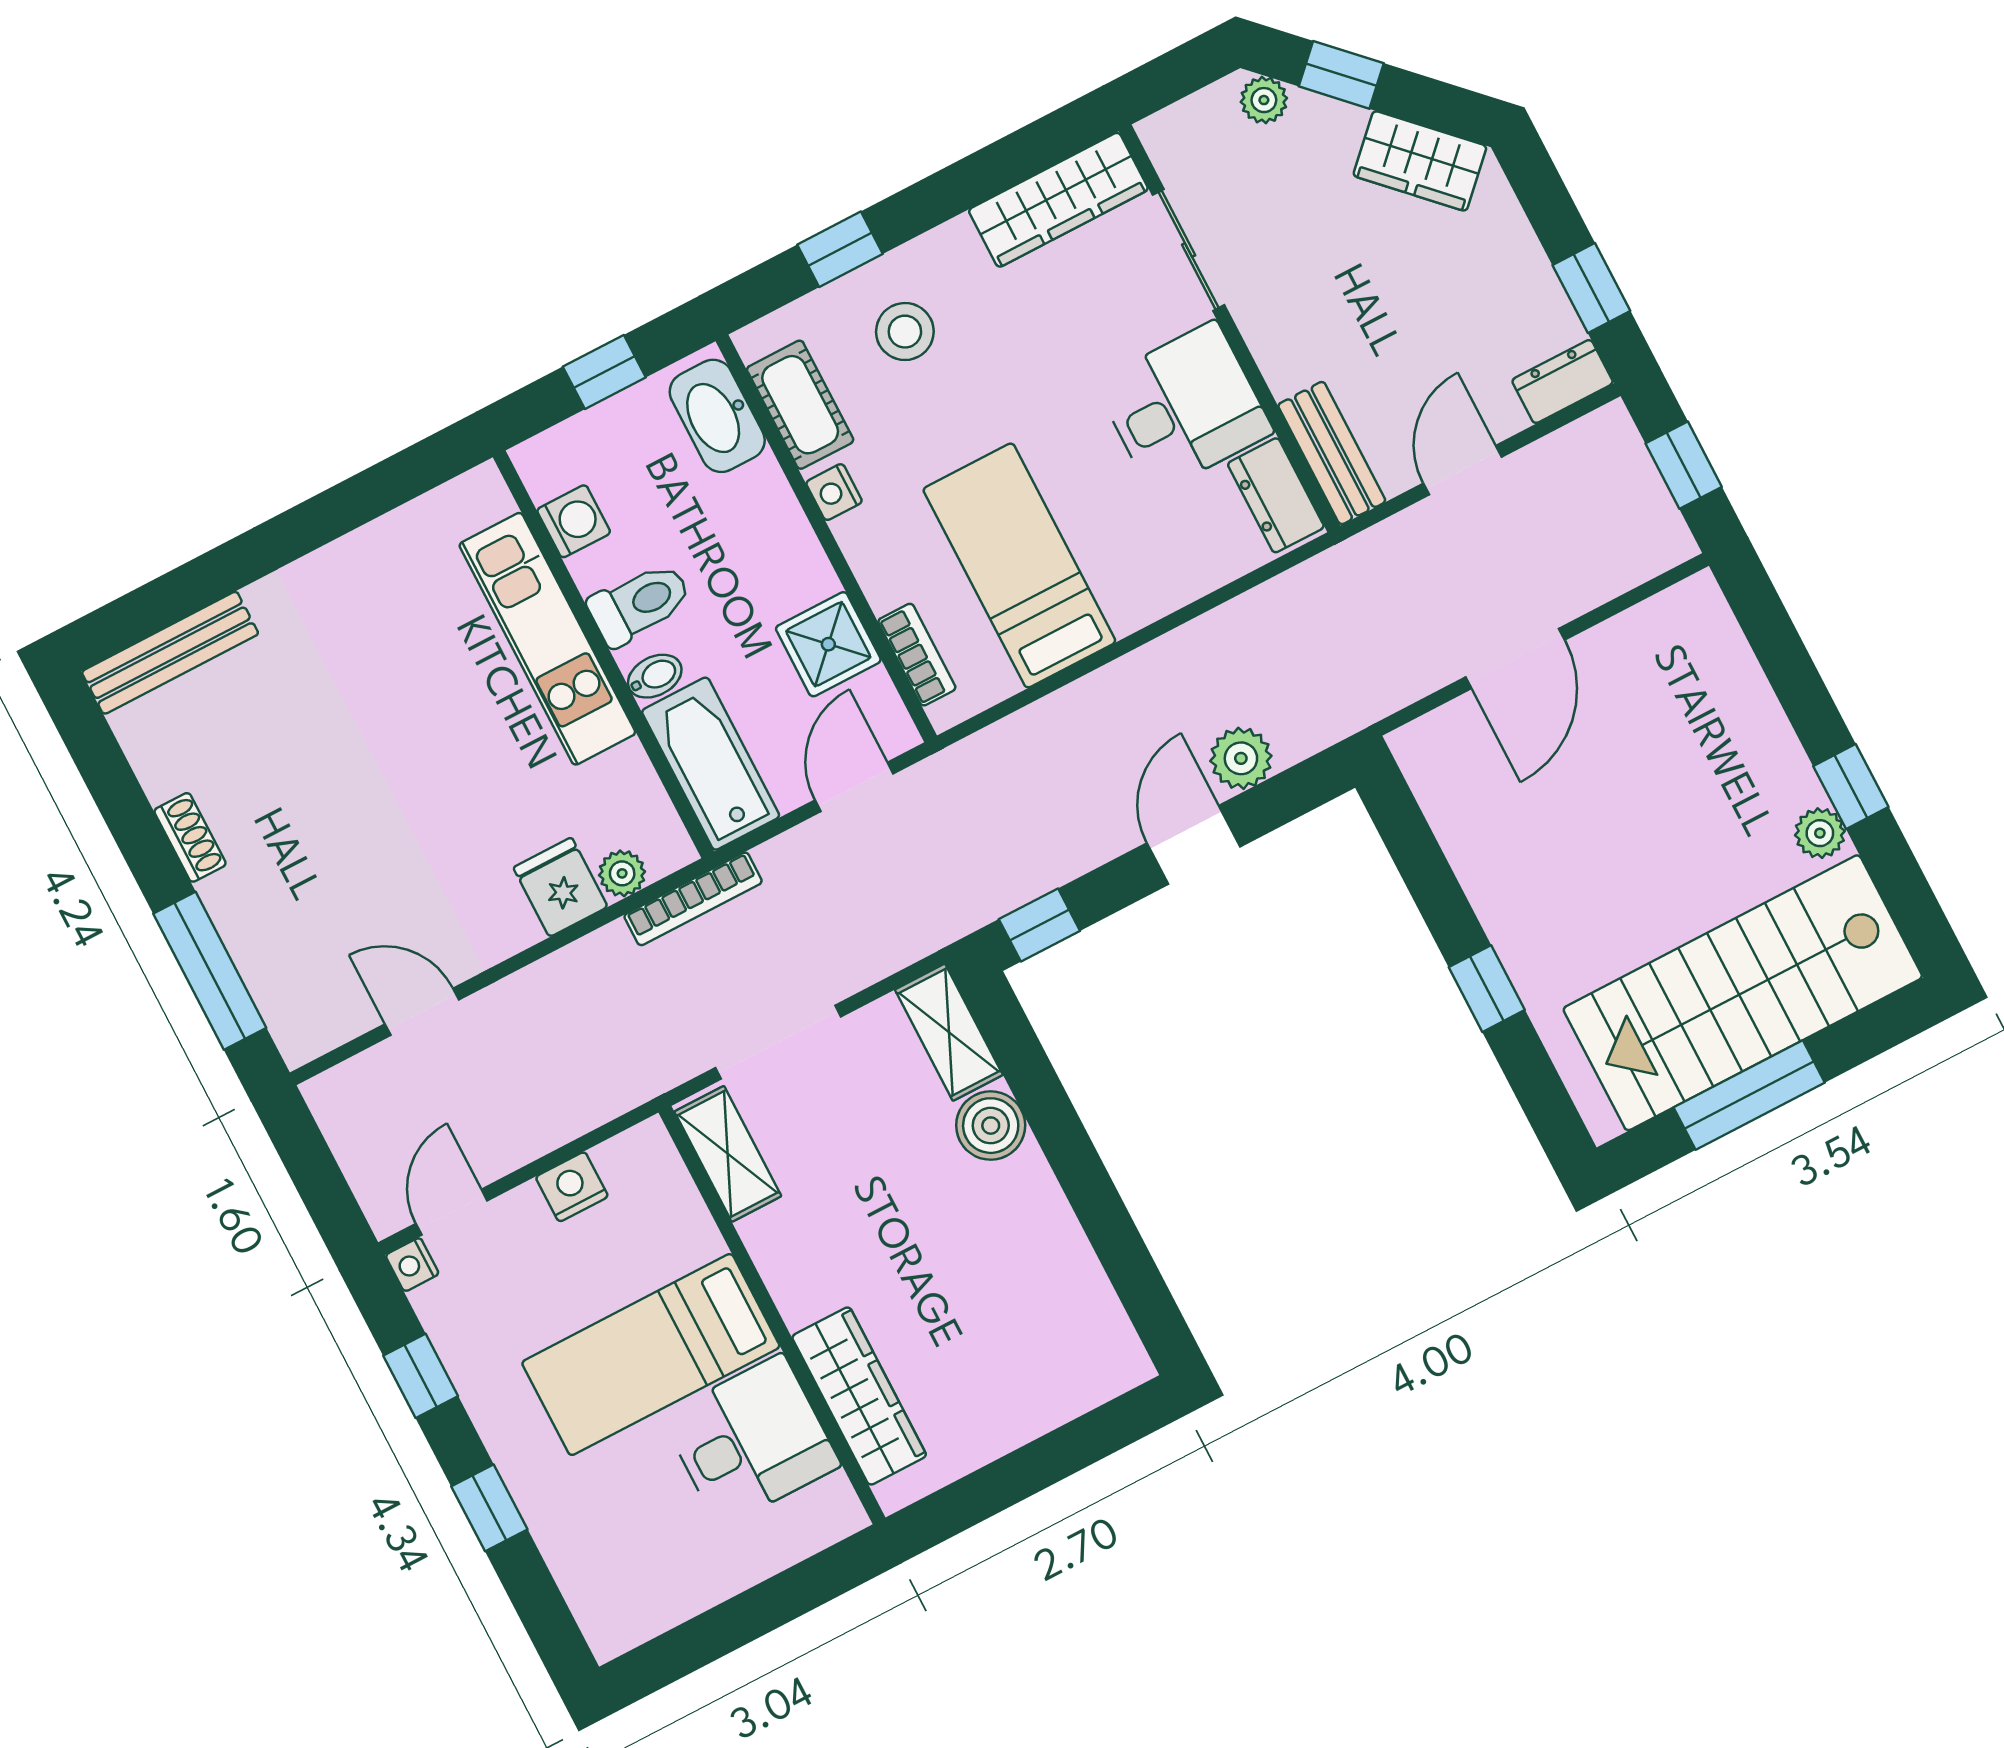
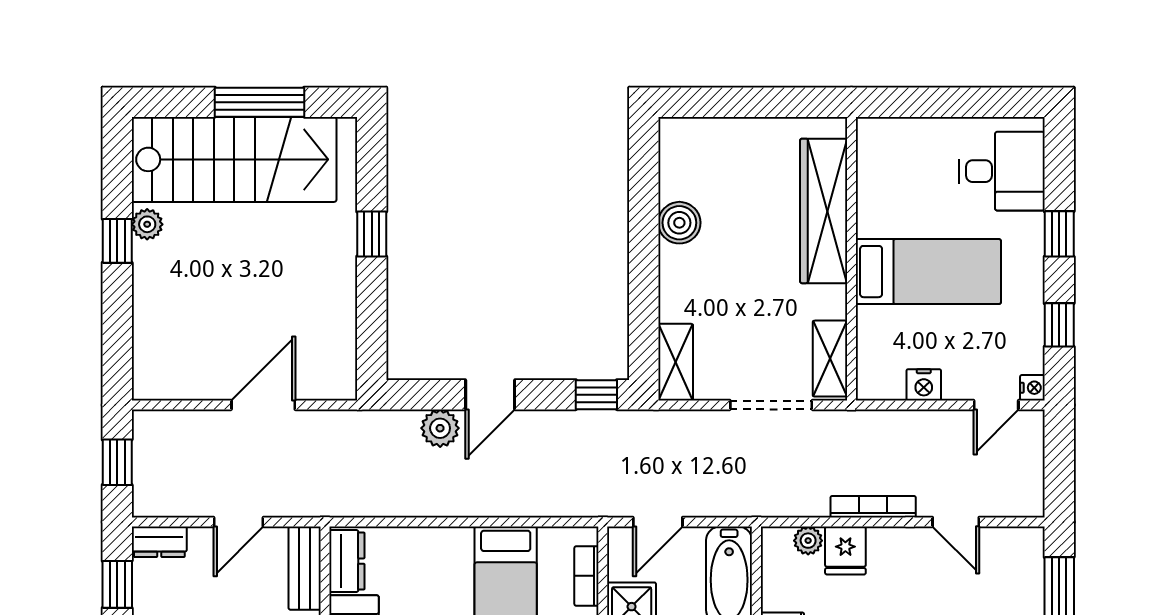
bookcase: (693, 899) -> (873, 507), moved
boiler: (991, 1126) -> (679, 223), moved
wardrobe: (859, 1396) -> (824, 211), width x1.40, depth x1.17
desk: (751, 1441) -> (1002, 171), moved, turned 180

